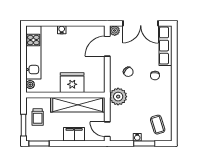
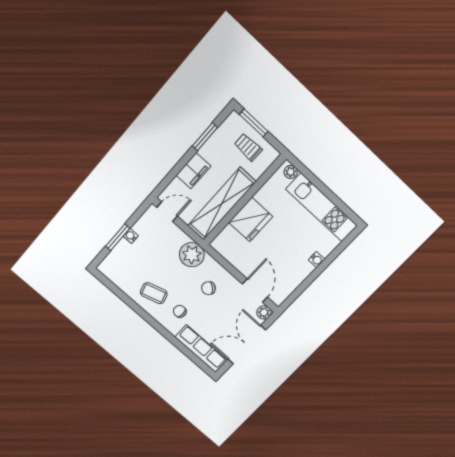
coffee table: (158, 125) -> (154, 293), moved
window: (39, 143) -> (205, 137), moved

